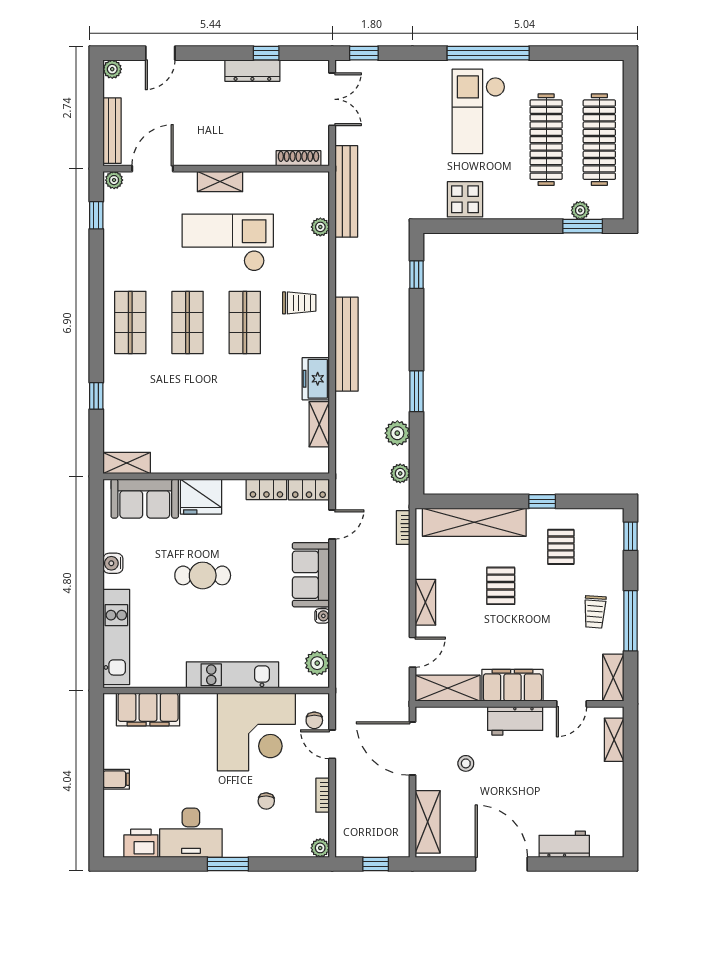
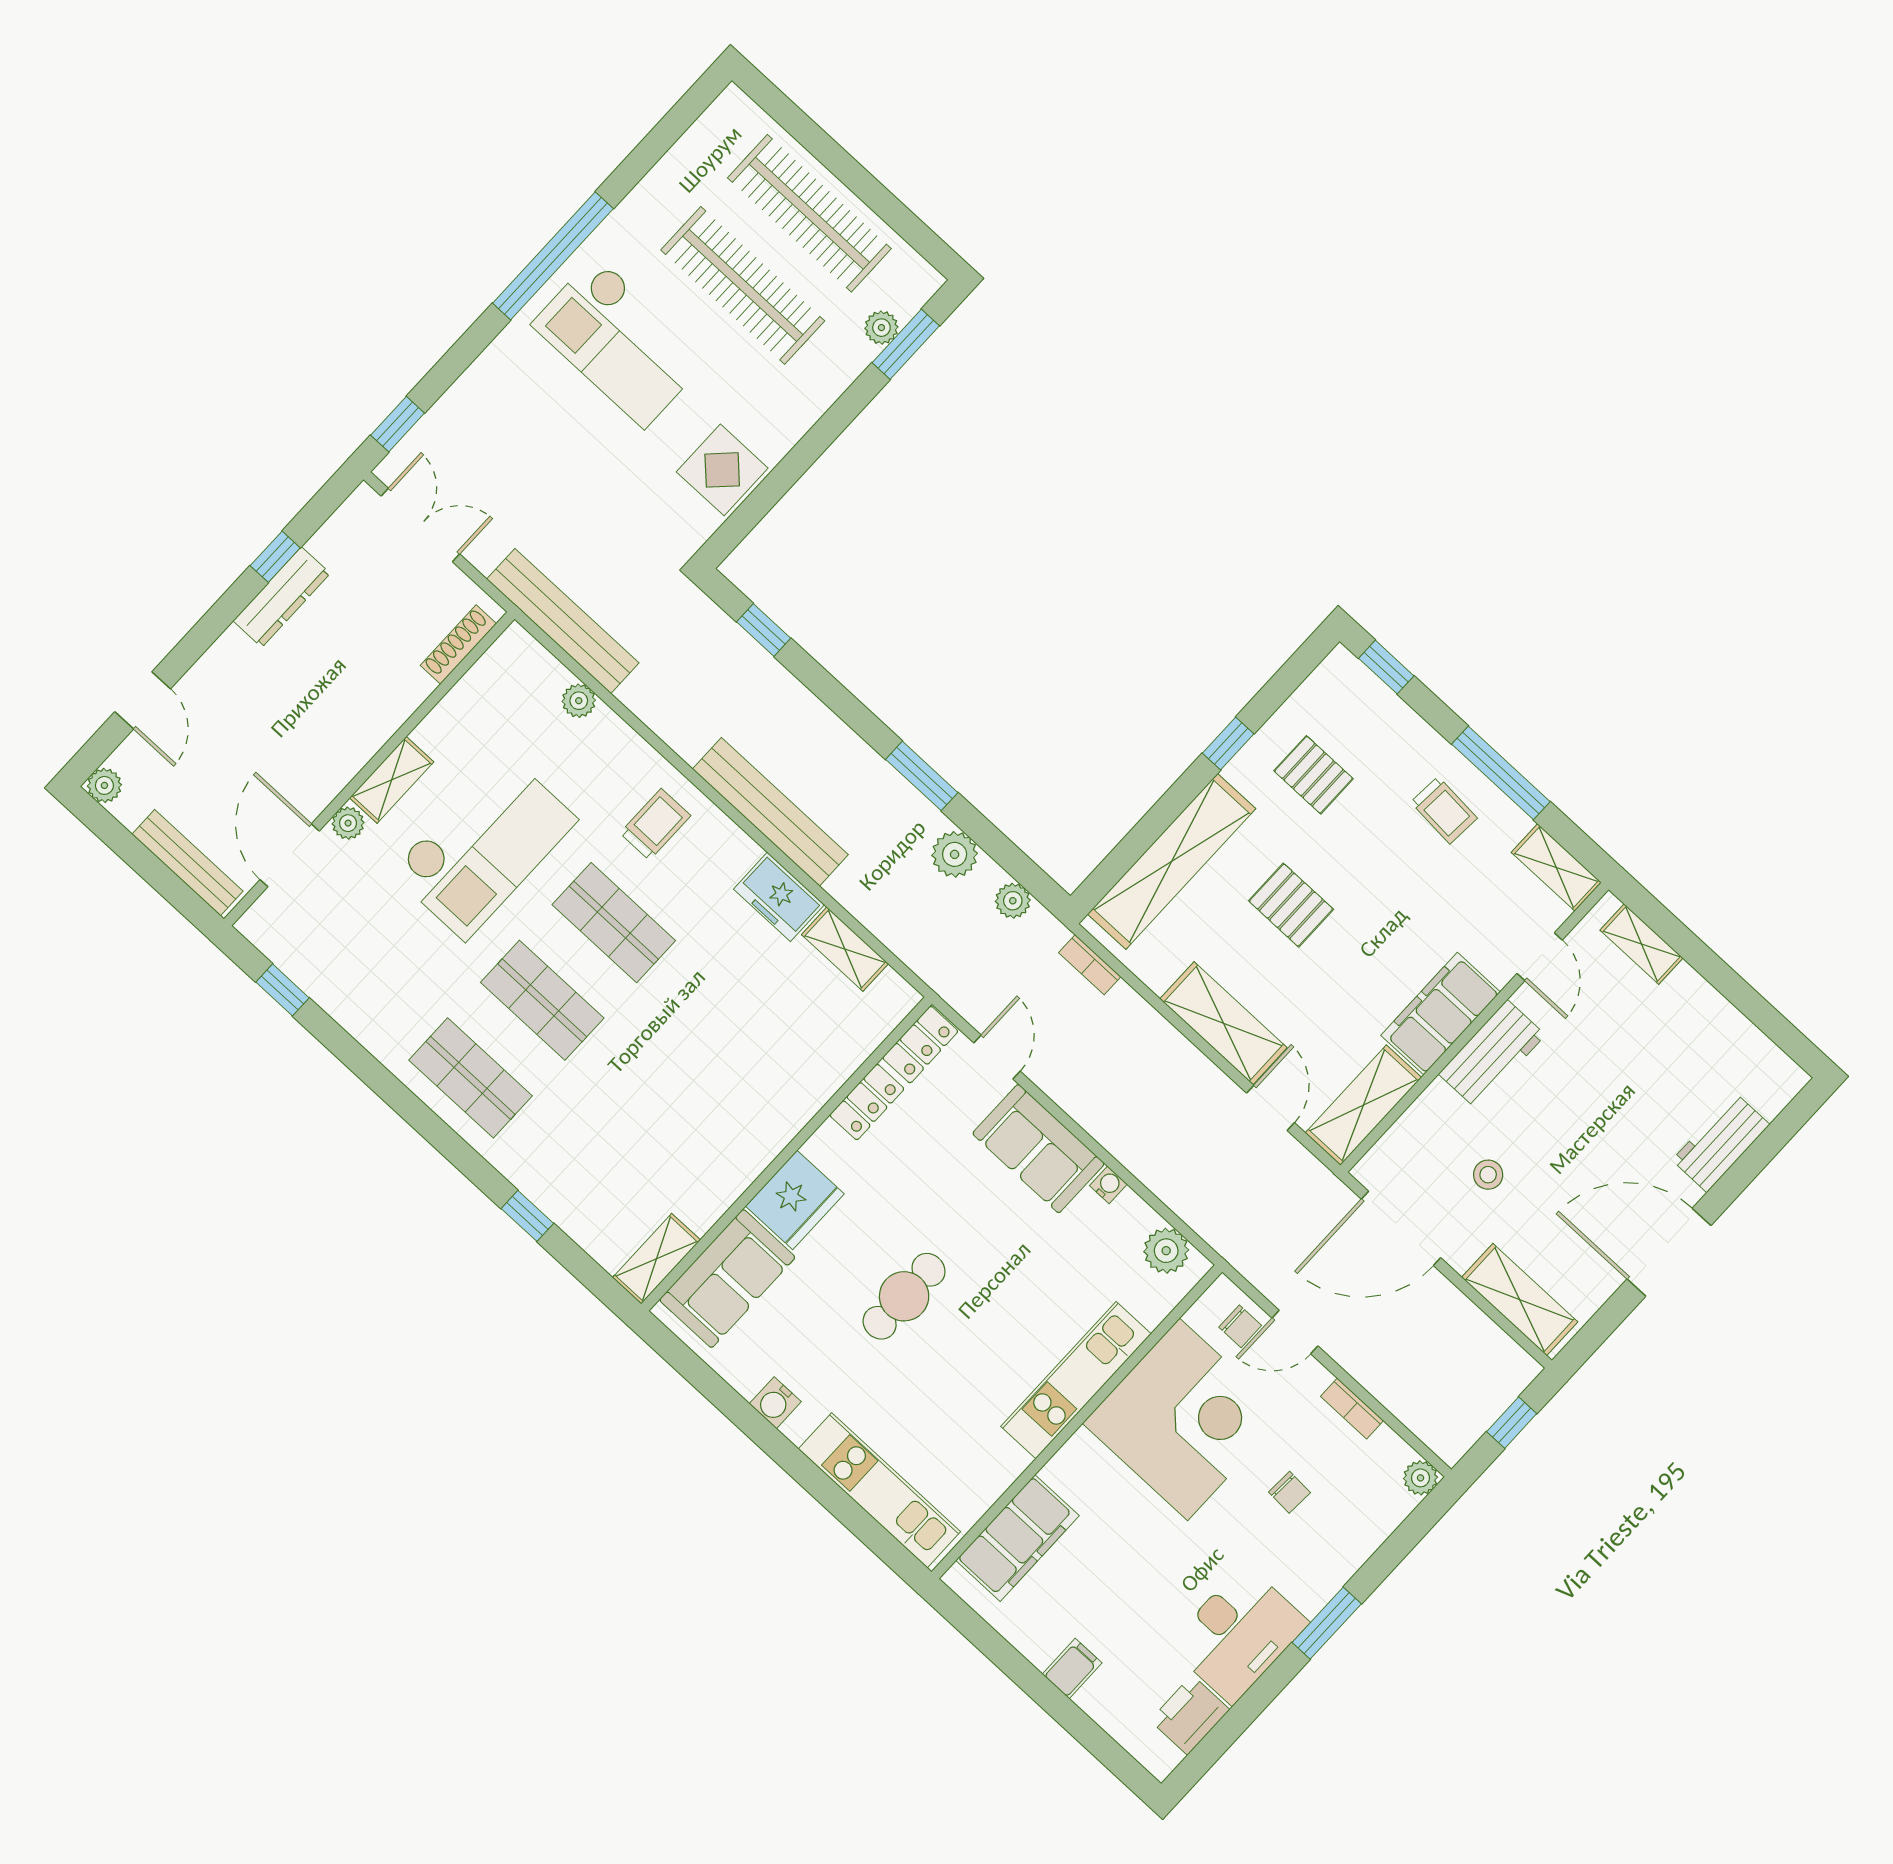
plant: (114, 180) -> (348, 823), moved
checkout: (228, 243) -> (484, 846), turned 180
shelving: (425, 602) -> (1223, 1023), width x1.50, depth x1.33

